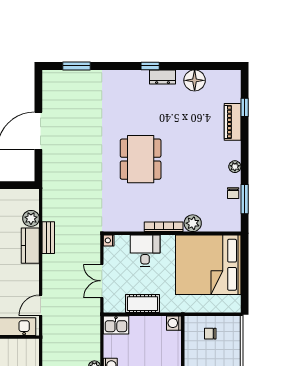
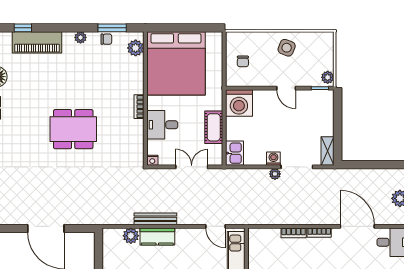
piano: (233, 122) -> (37, 42), width x1.37, depth x1.33
plant: (193, 223) -> (136, 48), moved
bookcase: (164, 227) -> (139, 107), width x0.64
bench: (48, 238) -> (155, 219), width x1.36
double door: (102, 281) -> (192, 167), swing flipped
washing machine: (174, 323) -> (239, 103), width x1.89, depth x1.89

